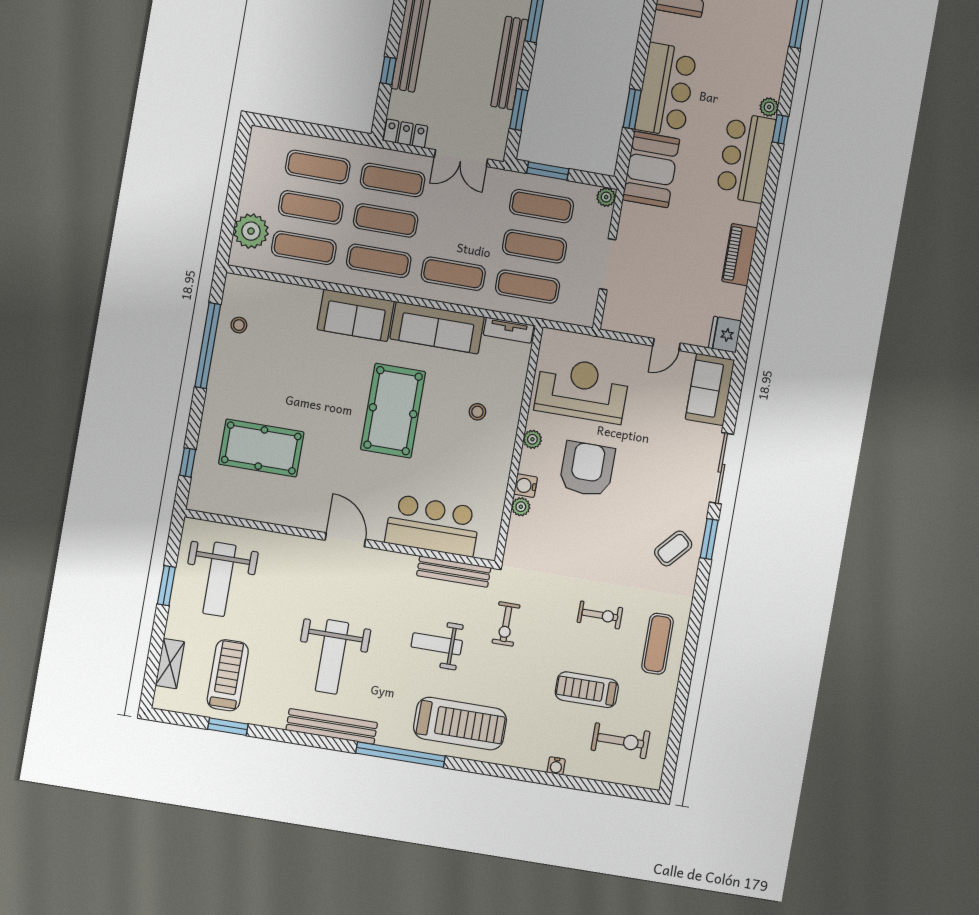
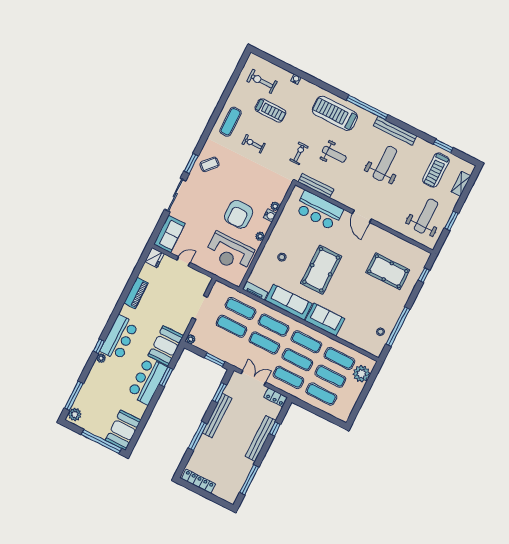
exercise mat: (541, 206) -> (264, 343), moved

